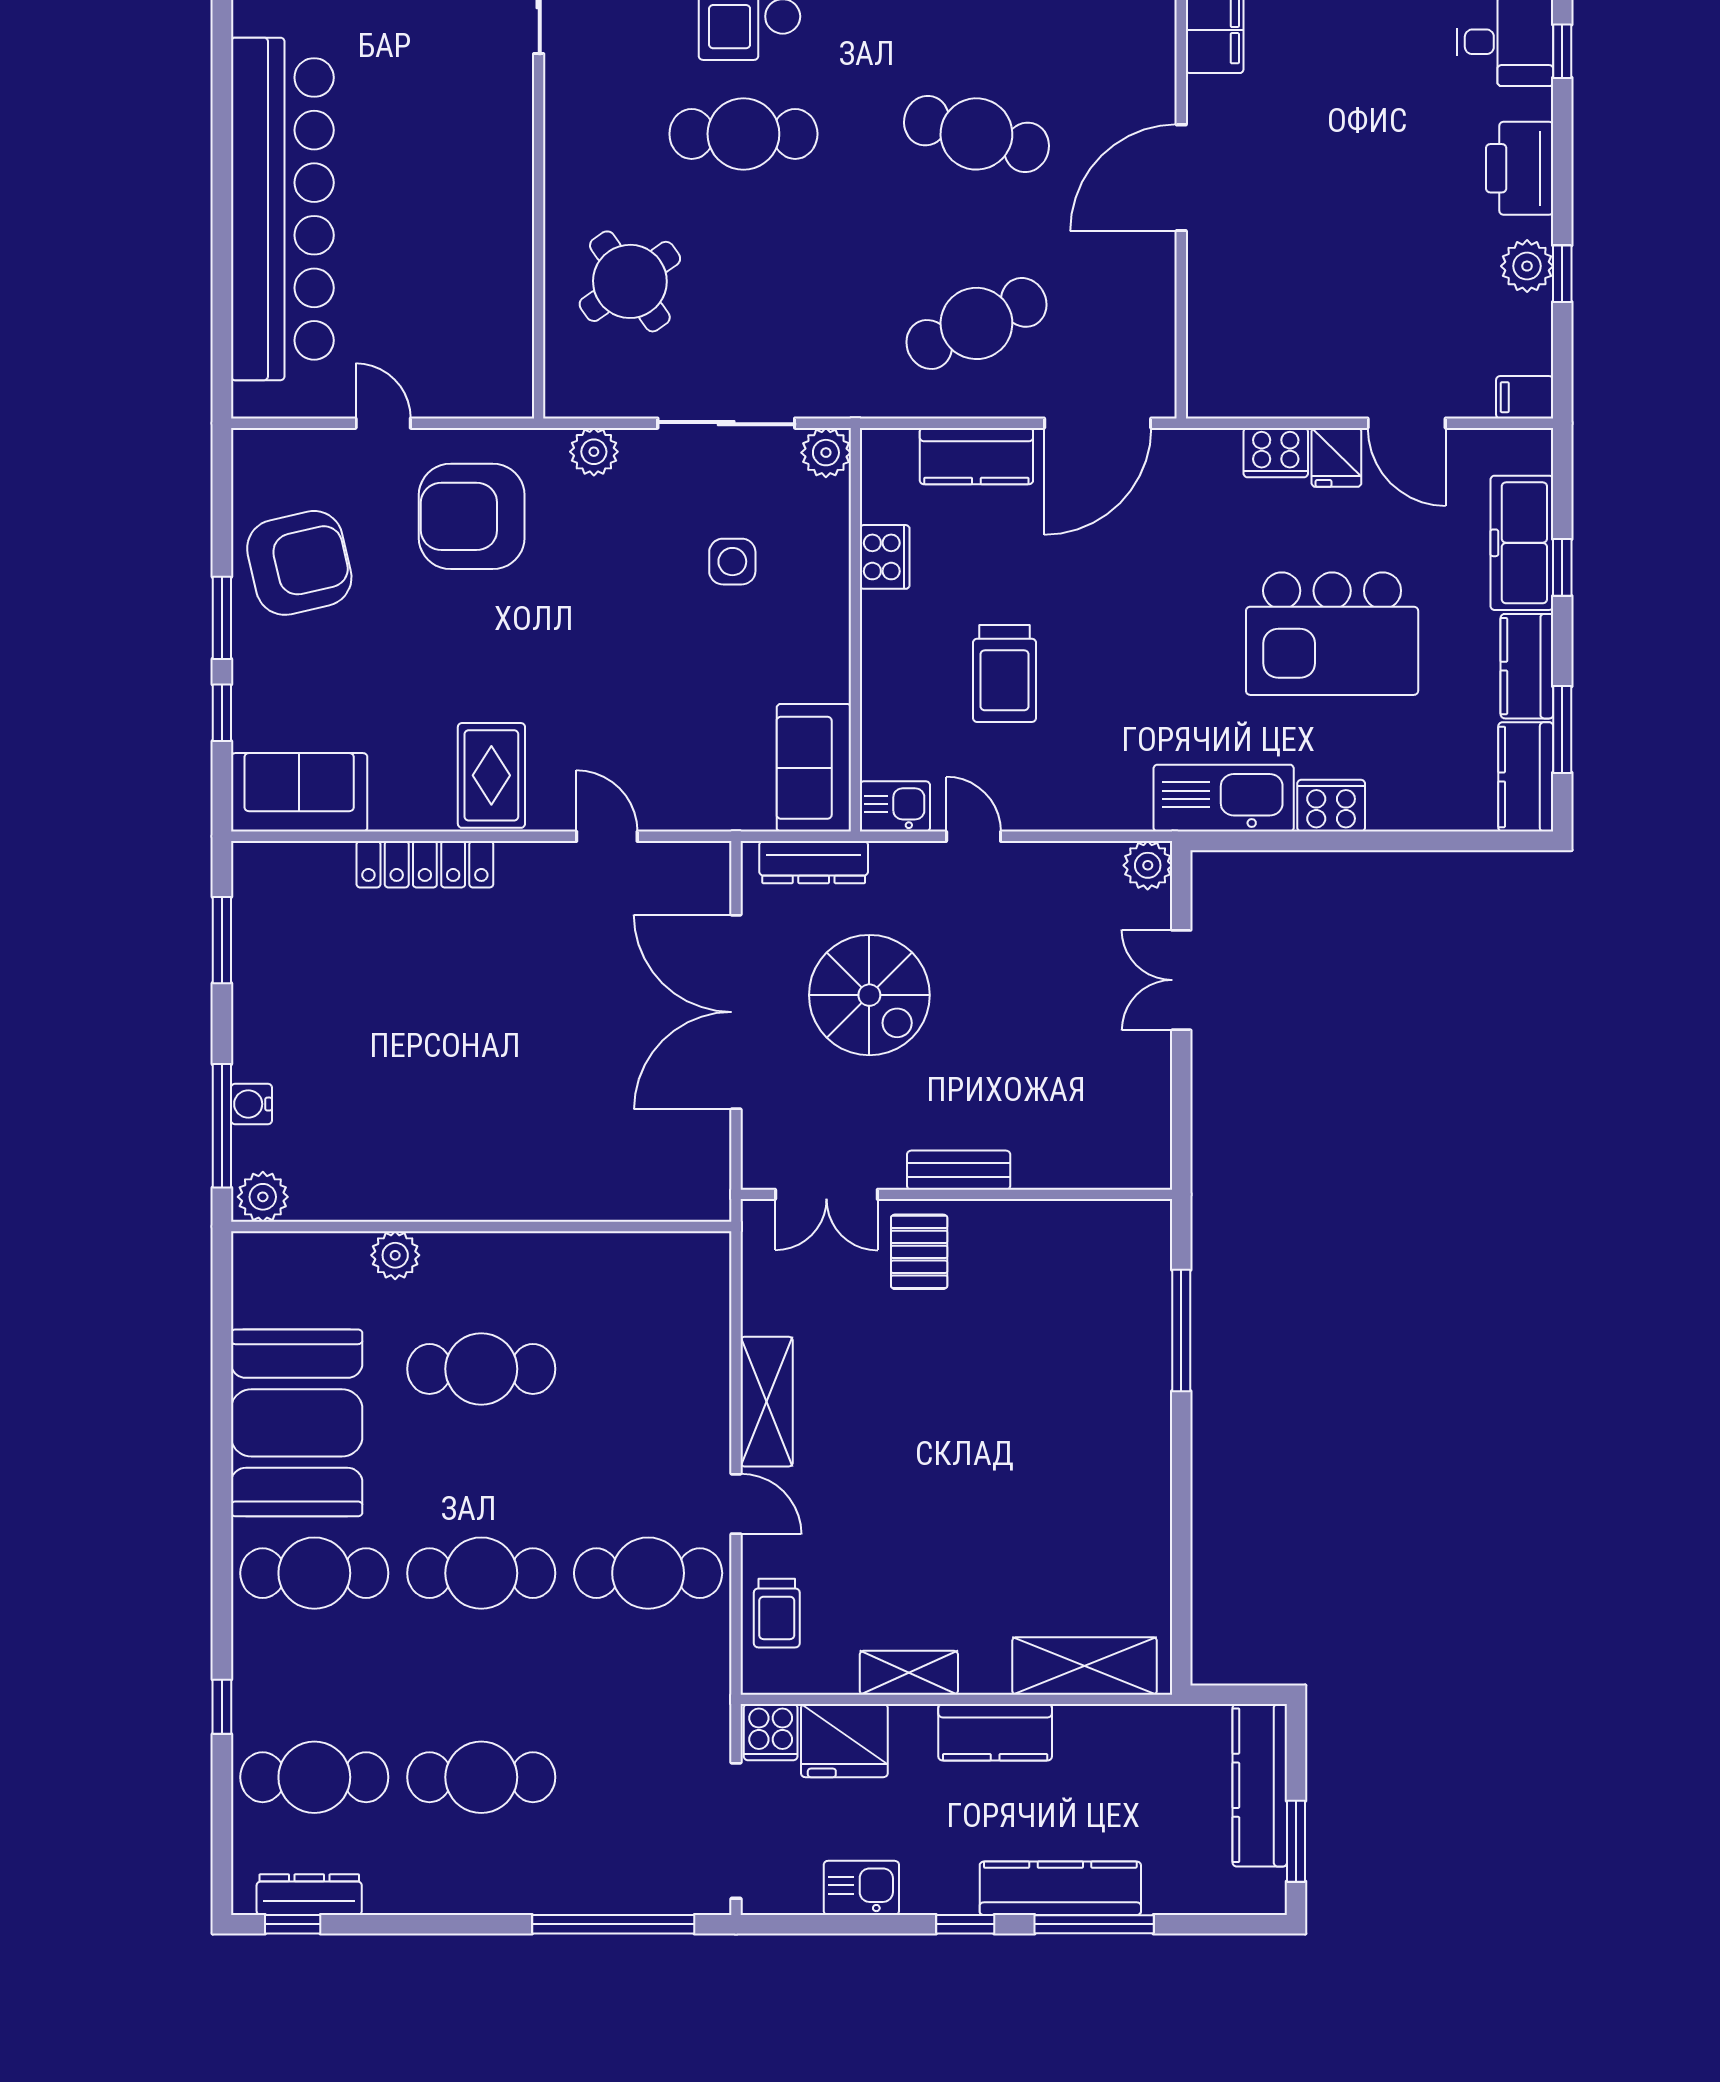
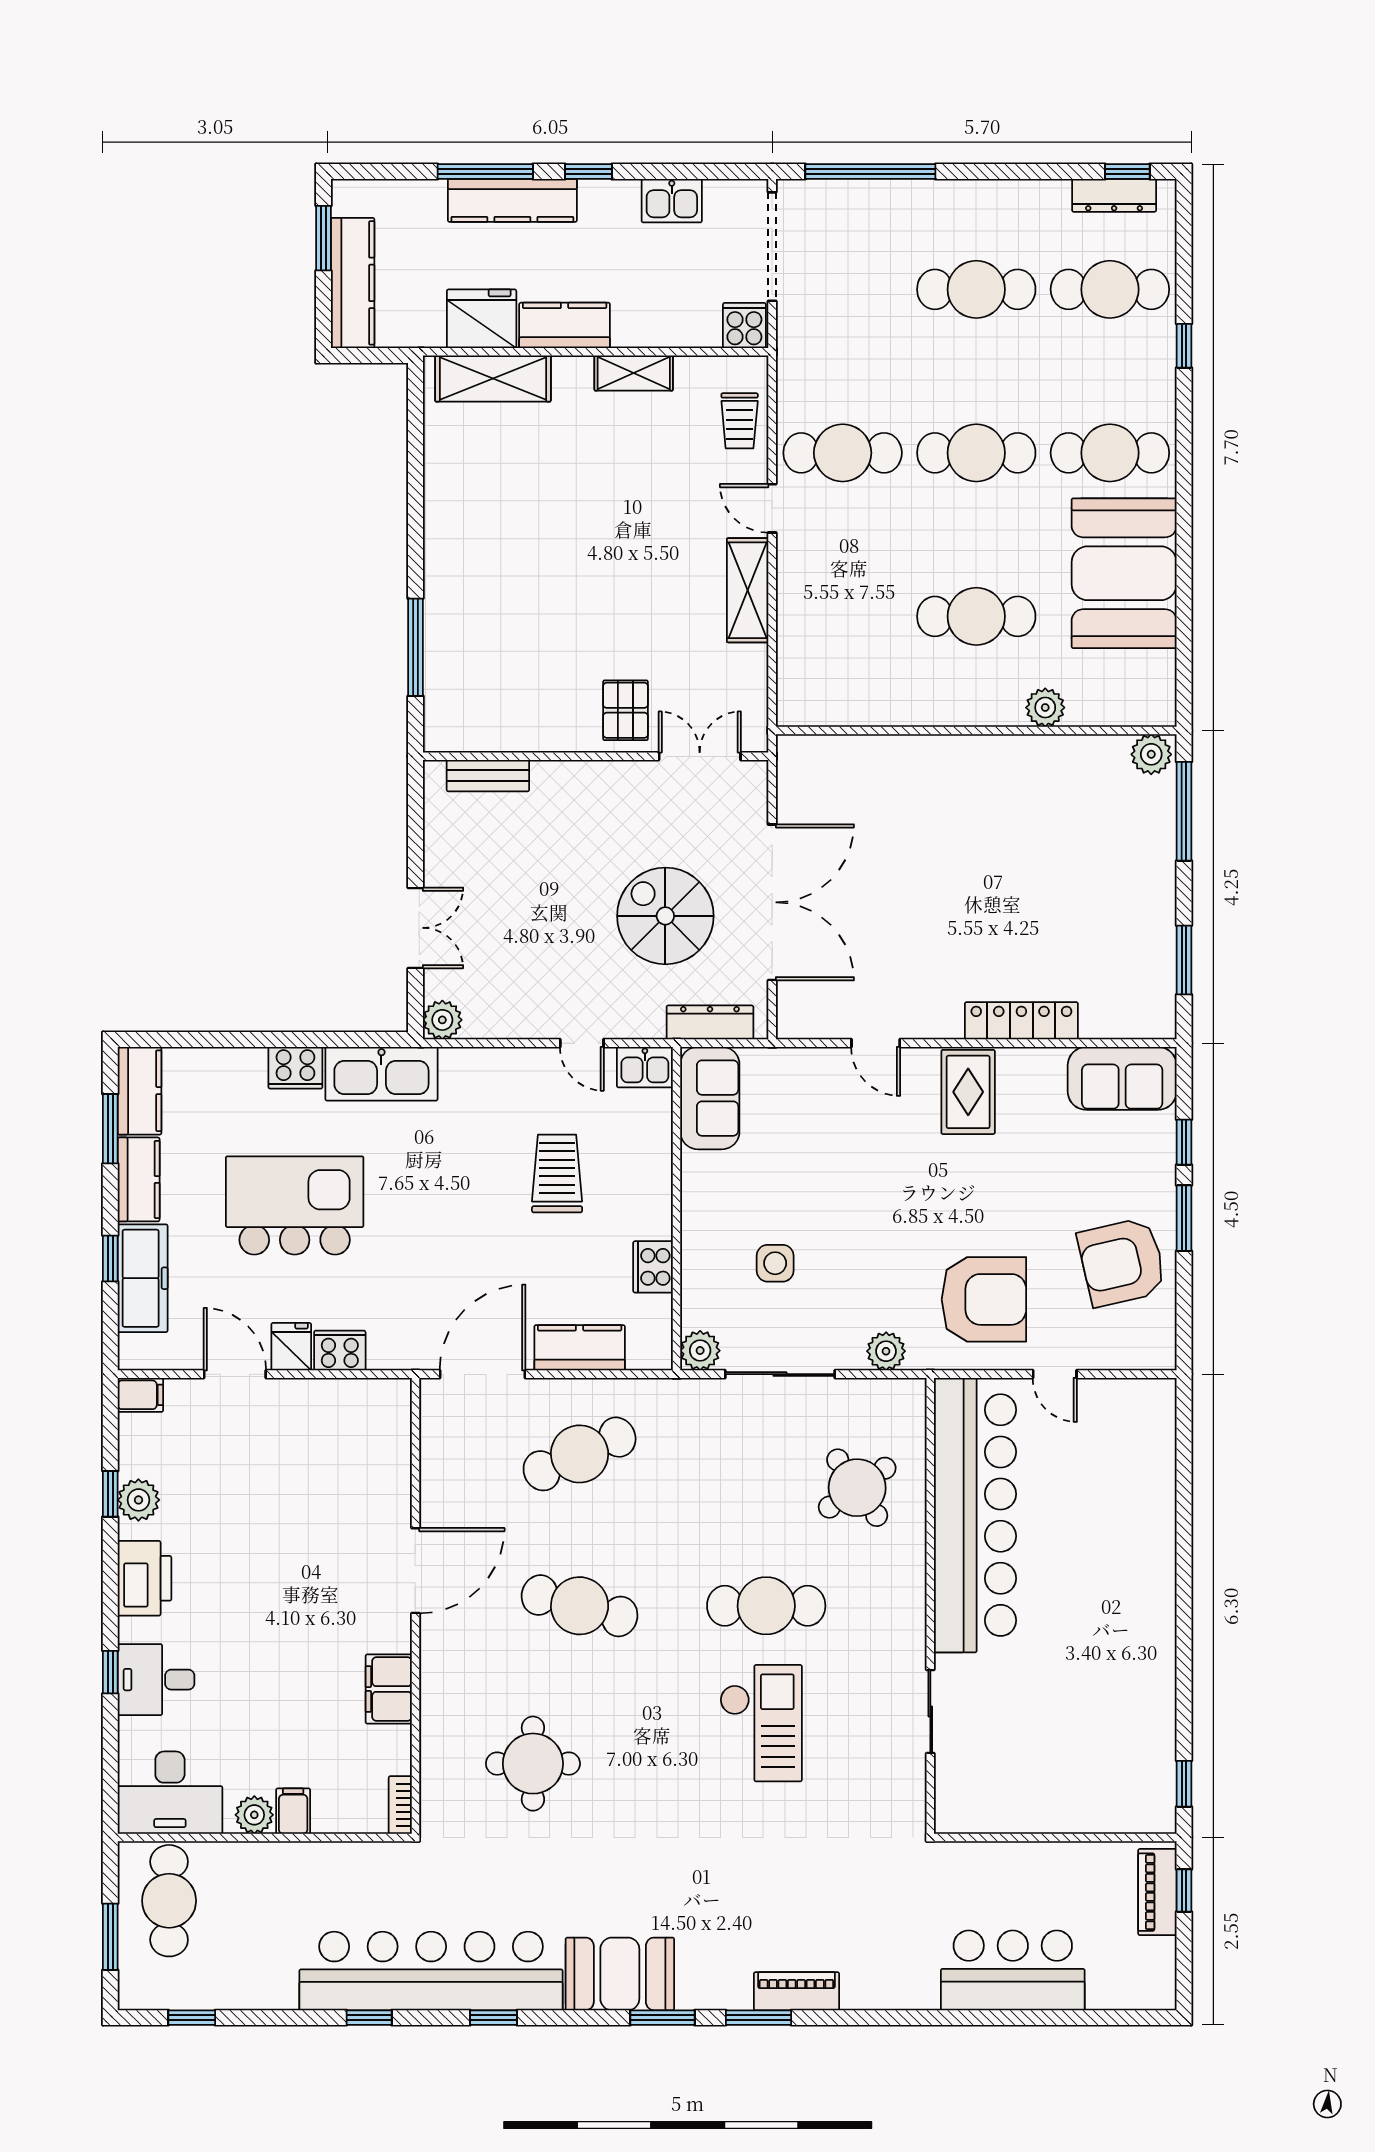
bar counter: (282, 209) -> (975, 1515), moved, turned 180
water cooler: (251, 1104) -> (1160, 829), removed
bench: (959, 1170) -> (488, 776), moved
trolley: (777, 1613) -> (740, 421), turned 180
fridge: (844, 1741) -> (482, 319), moved

